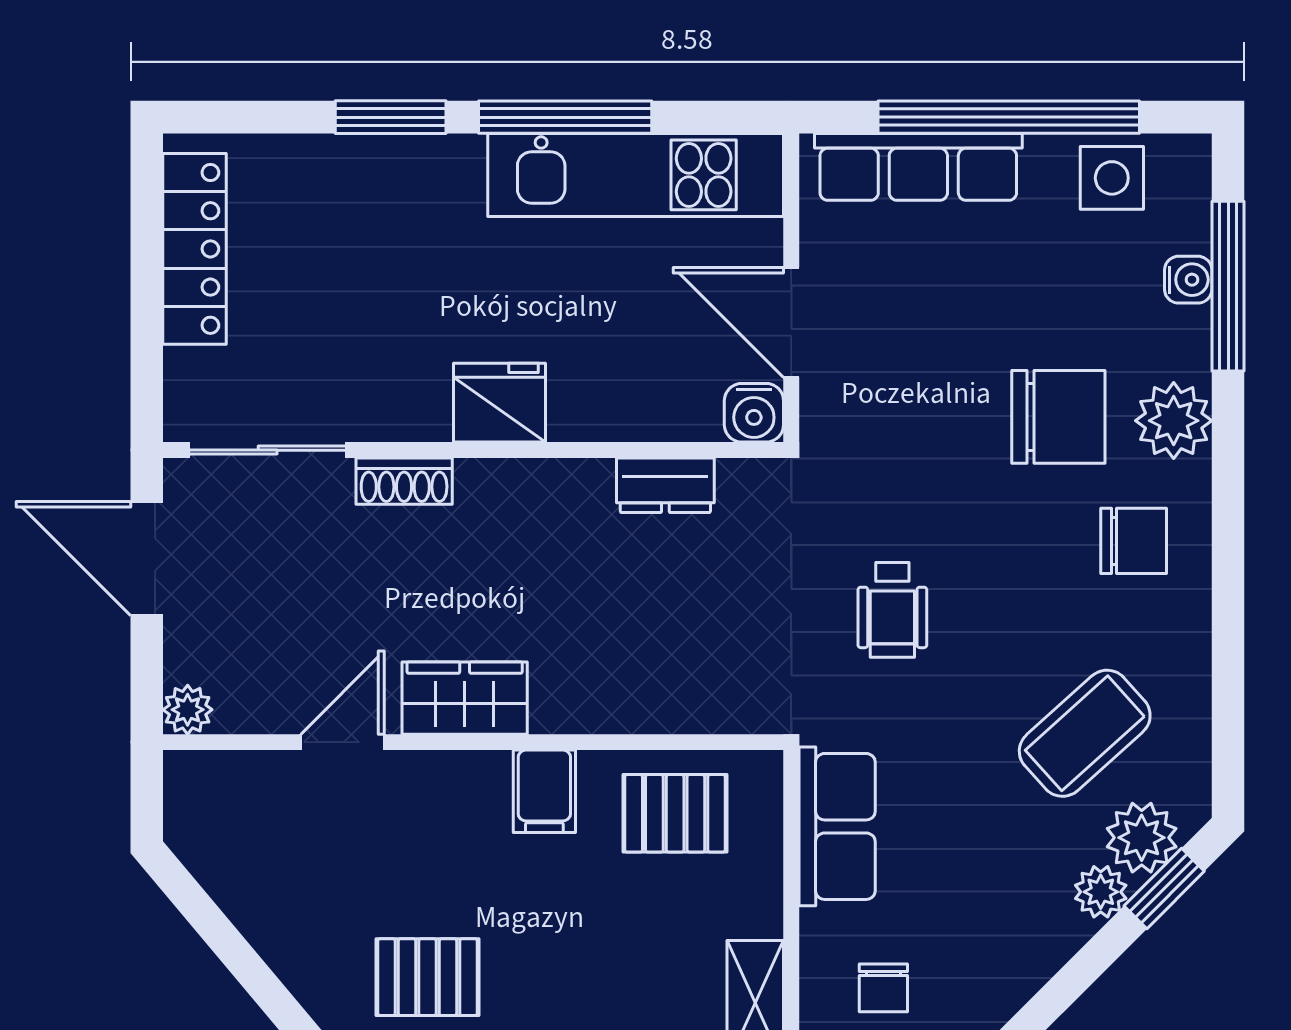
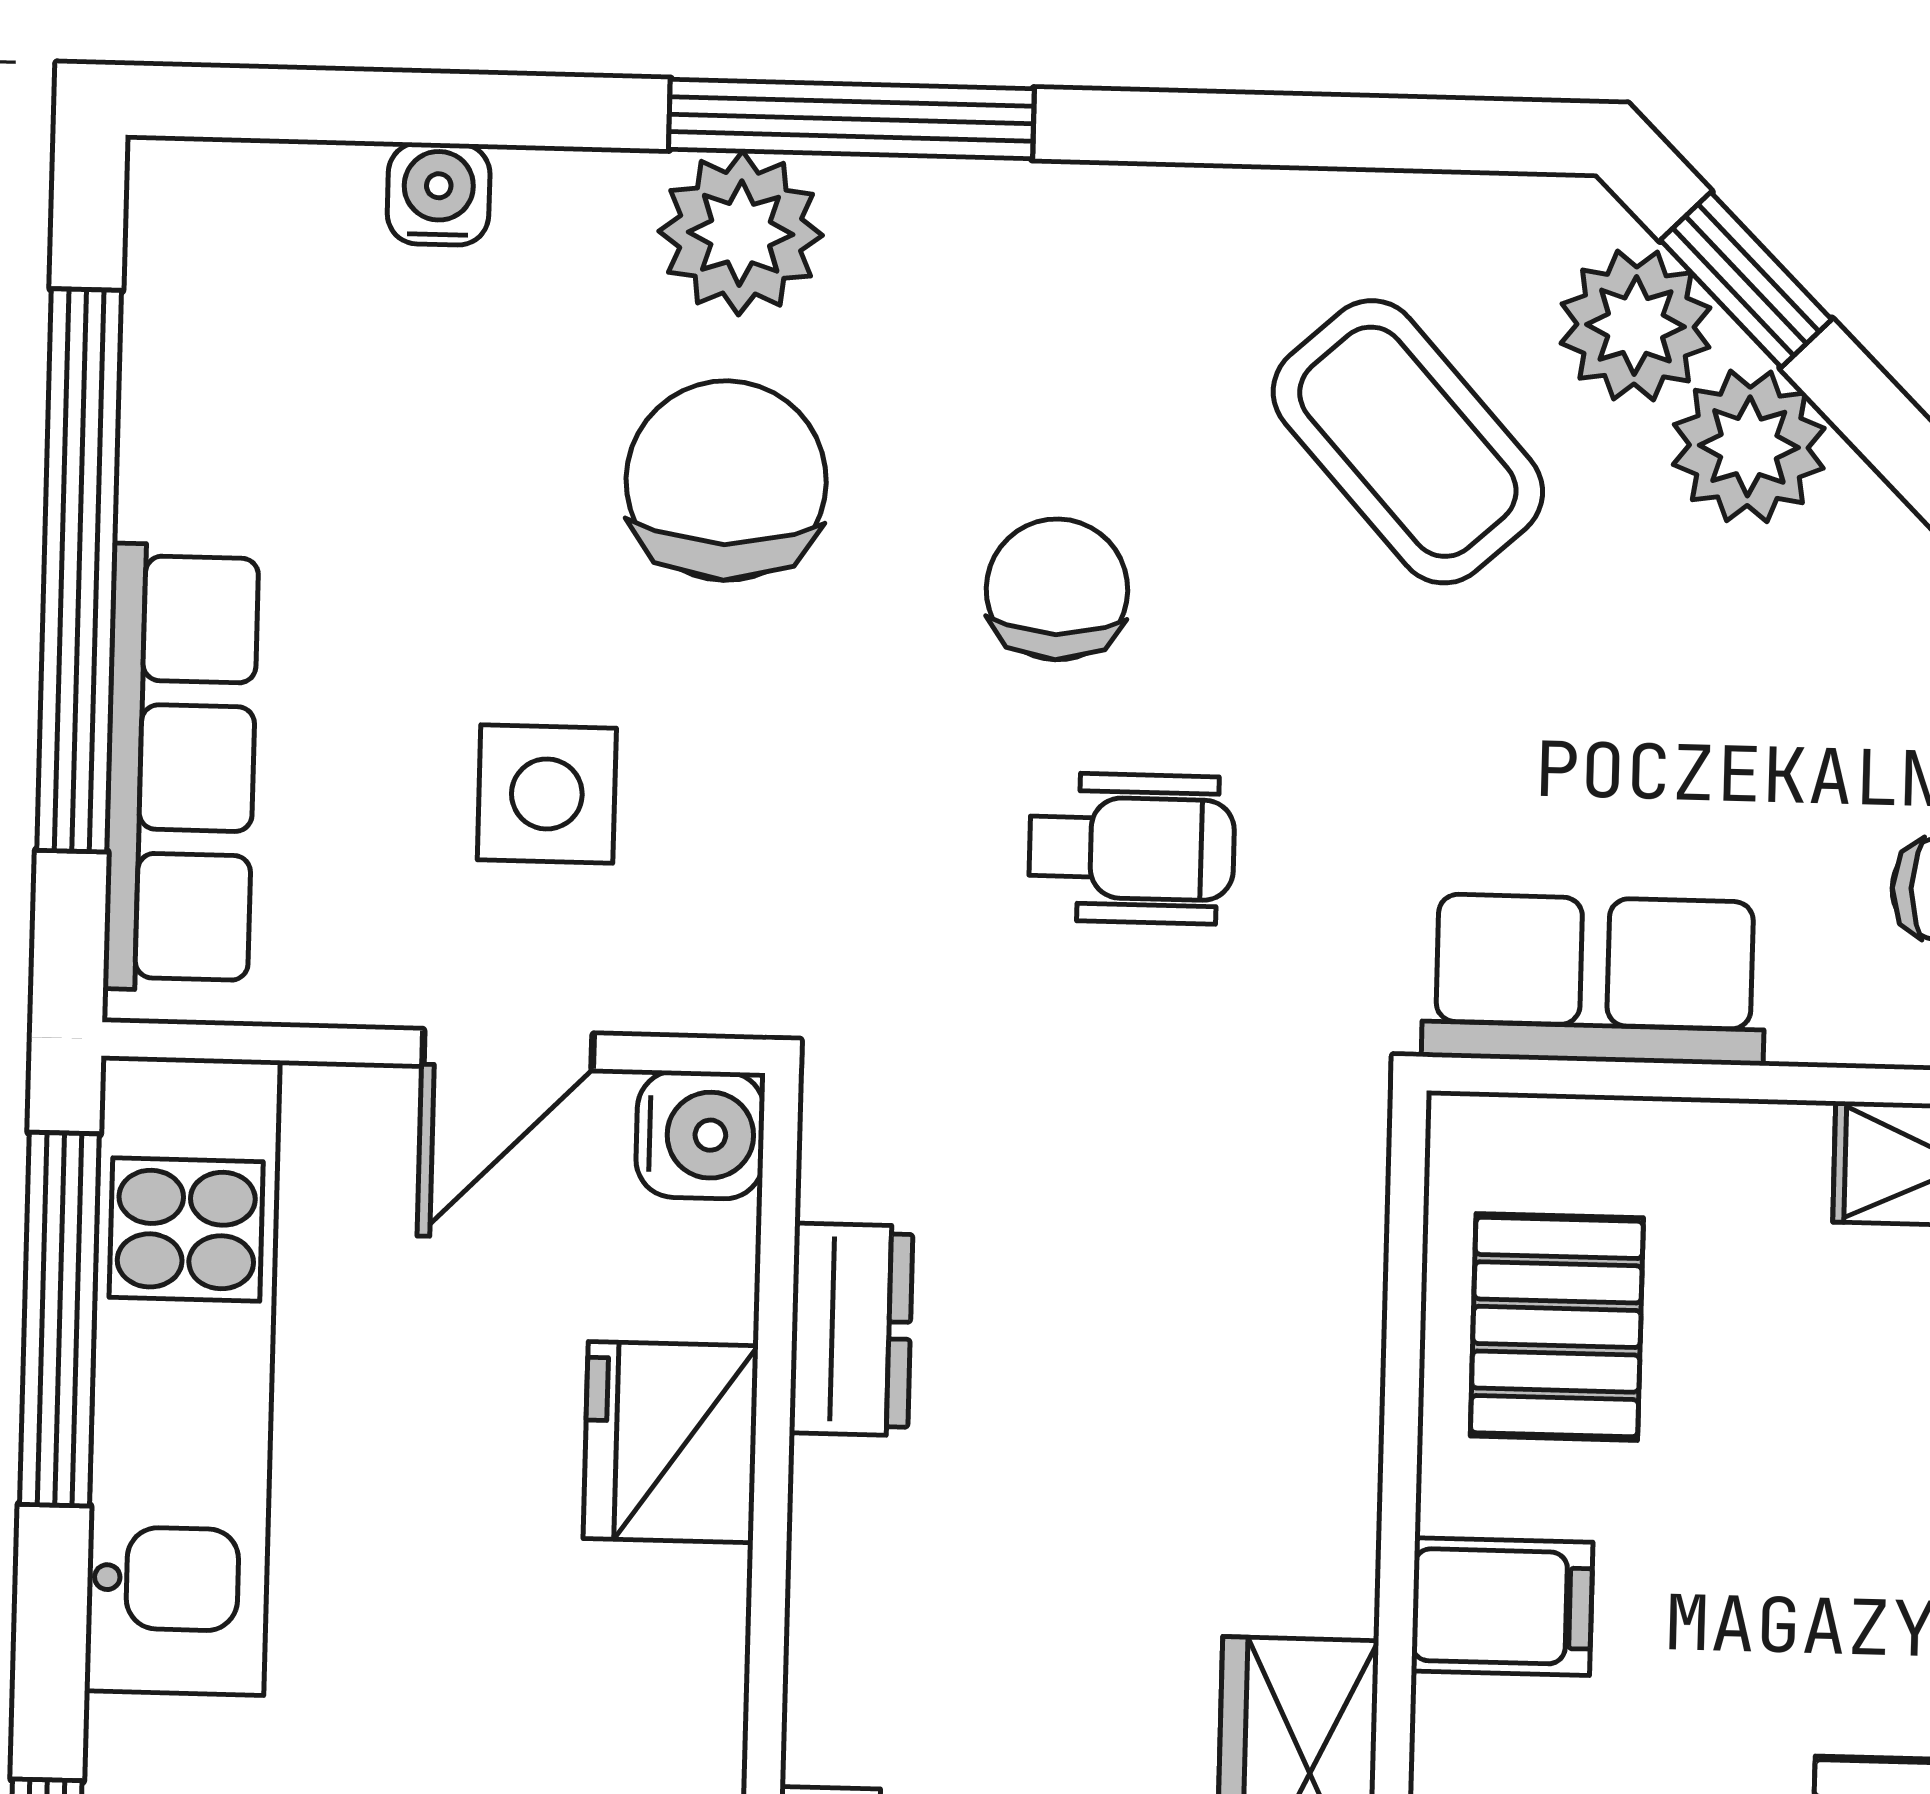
window: (565, 117) -> (59, 1319), moved
side table: (1112, 178) -> (547, 794), moved
window: (1228, 286) -> (851, 119), moved
door: (791, 322) -> (508, 1050), width x0.73
fridge: (500, 403) -> (671, 1442), moved
chair: (1134, 541) -> (1057, 589), moved
plant: (1101, 892) -> (1749, 446), width x1.38, depth x1.38

